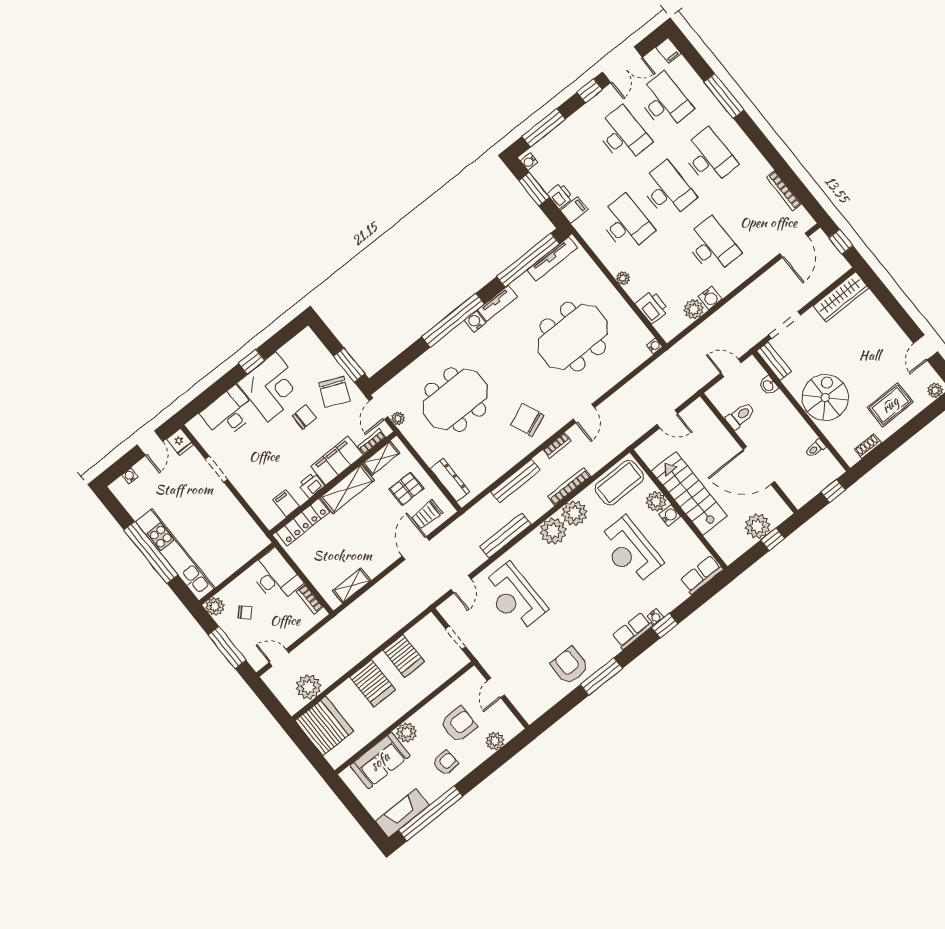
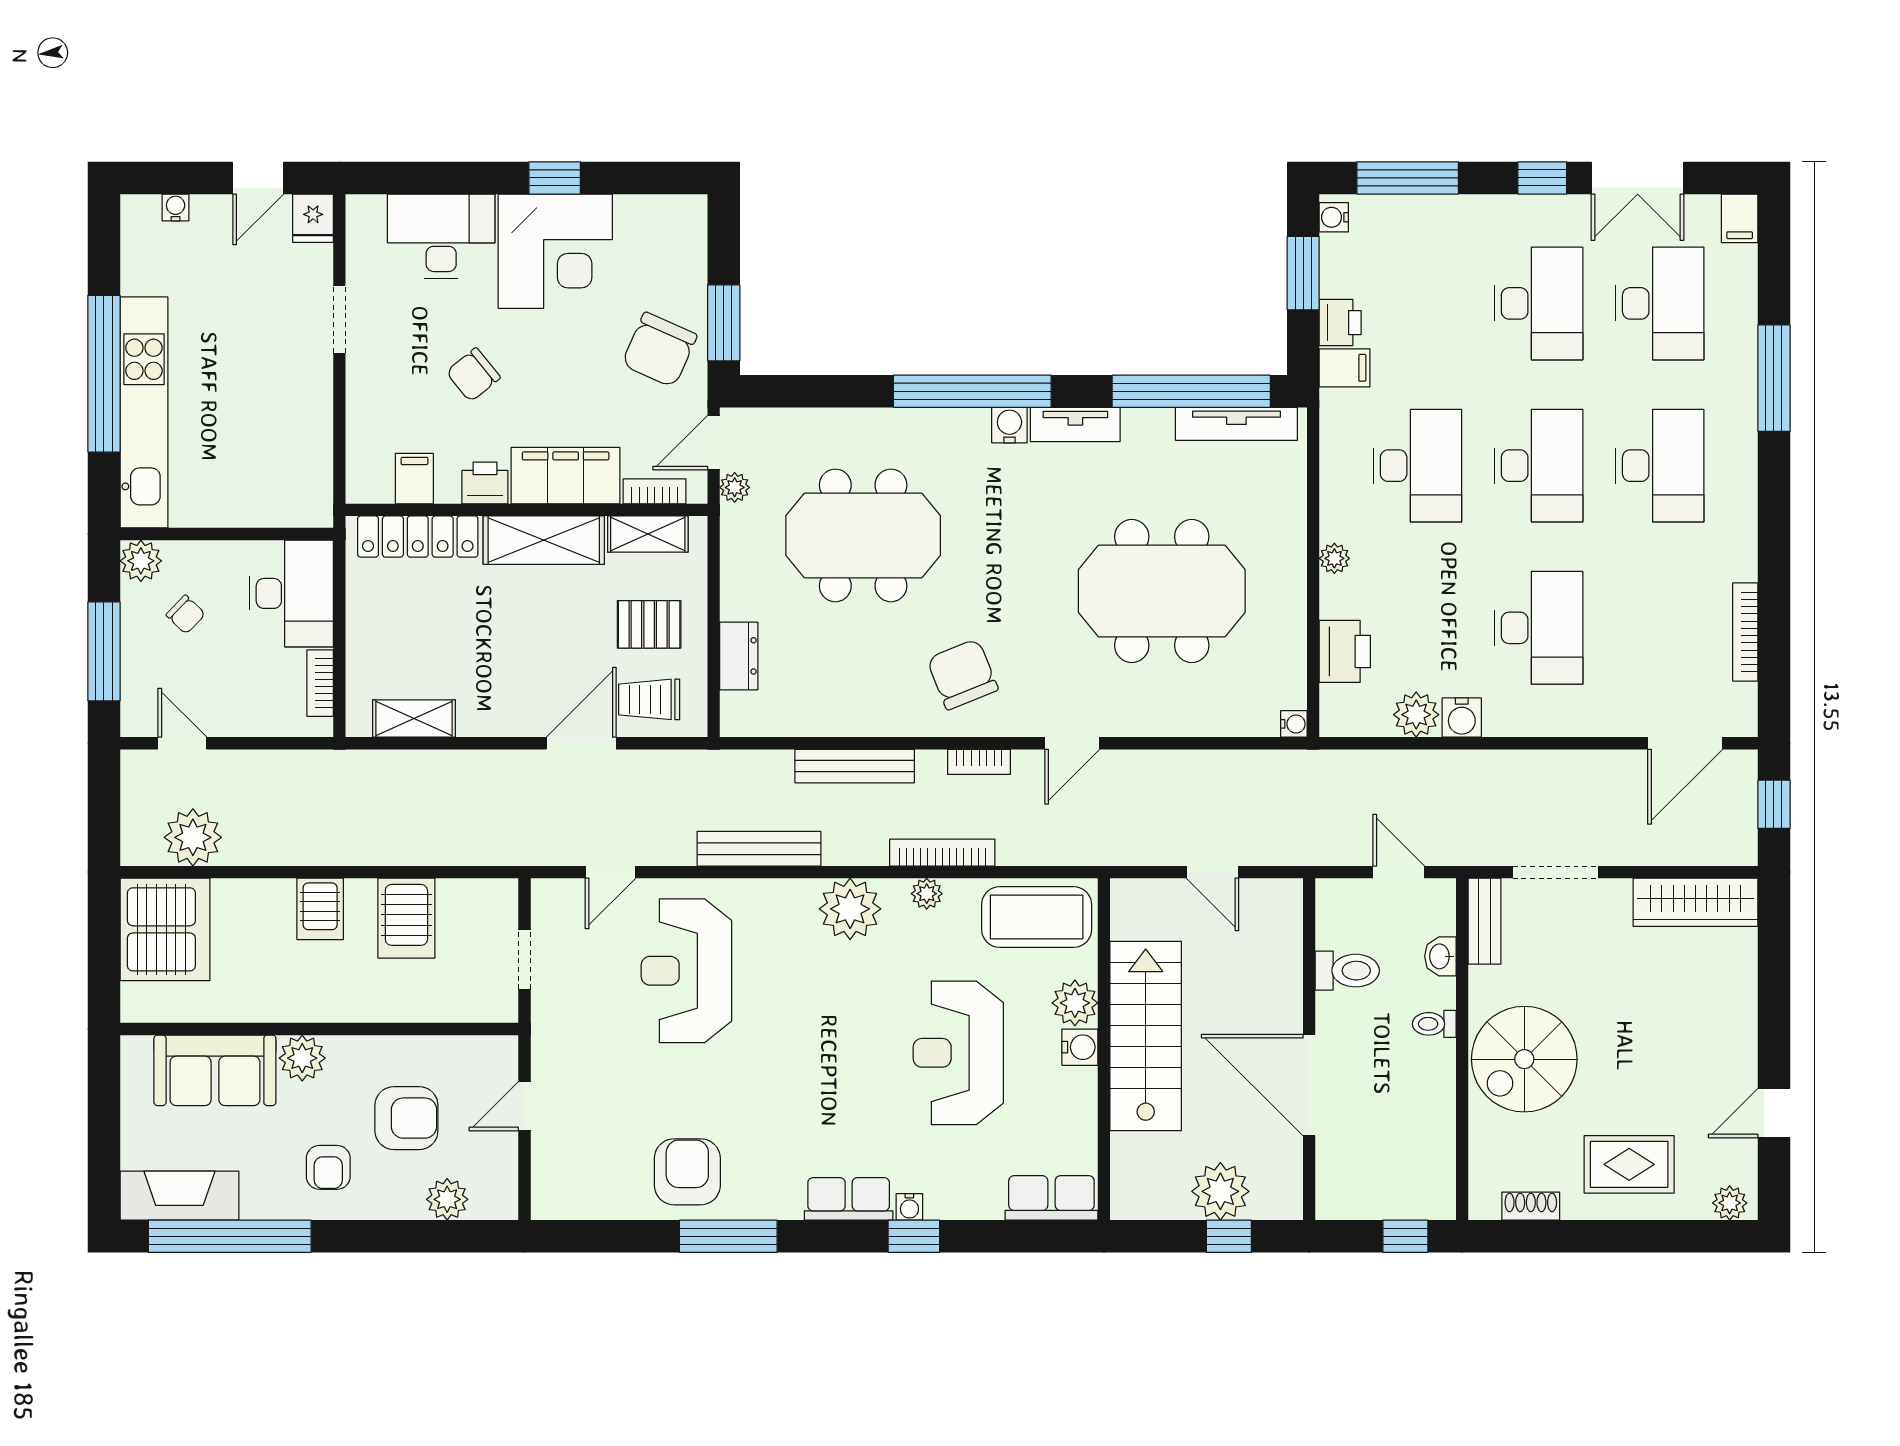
spiral stairs: (825, 398) -> (1524, 1059), turned 180
chair: (304, 417) -> (473, 375), moved, turned 141
toilet: (815, 448) -> (1434, 1024), moved
dresser: (450, 480) -> (739, 656), width x0.70
plant: (574, 513) -> (927, 894), width x0.53, depth x0.53
server rack: (373, 683) -> (320, 909), width x0.73, depth x0.70
armchair: (445, 763) -> (328, 1167), turned 94

